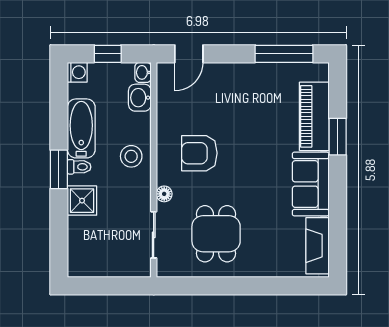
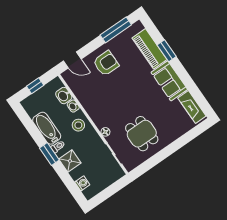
door: (189, 54) -> (72, 60), hinge flipped
washing machine: (77, 72) -> (82, 183), moved
washbasin: (143, 72) -> (73, 106), moved
armchair: (199, 153) -> (106, 63), moved, turned 180

